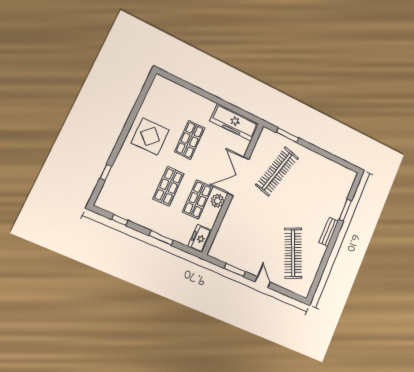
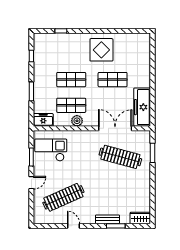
double door: (238, 176) -> (115, 128), moved
wardrobe: (348, 180) -> (140, 218), added
bench: (329, 232) -> (108, 219), moved
checkout: (237, 245) -> (51, 150), added
door: (327, 255) -> (73, 226), added

